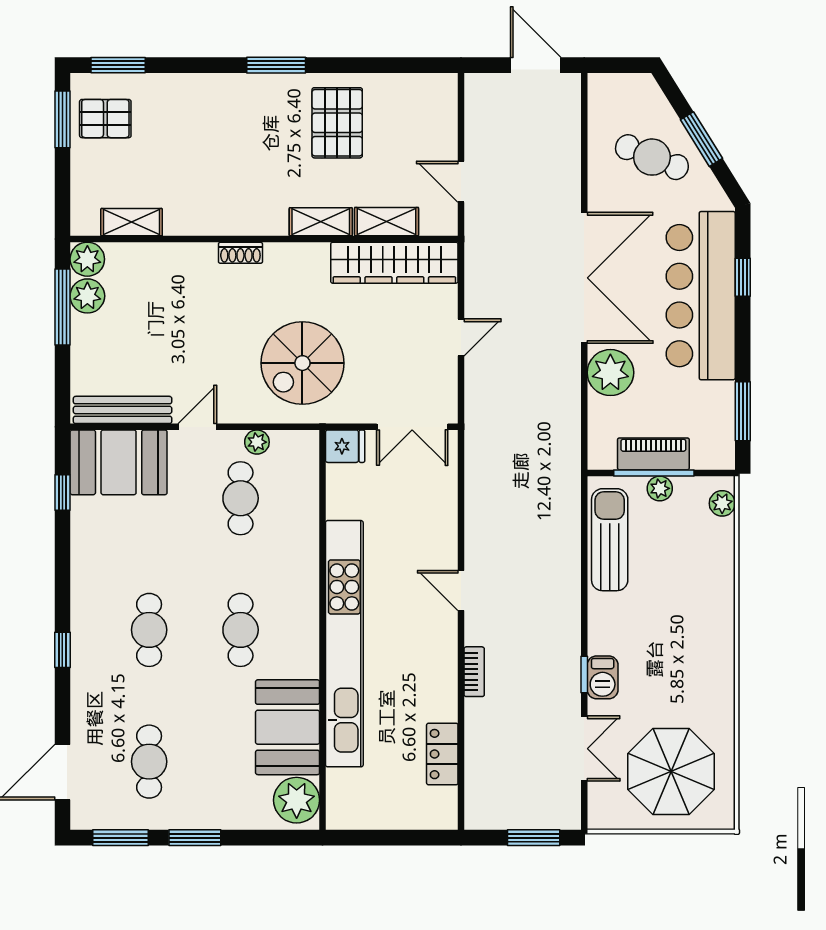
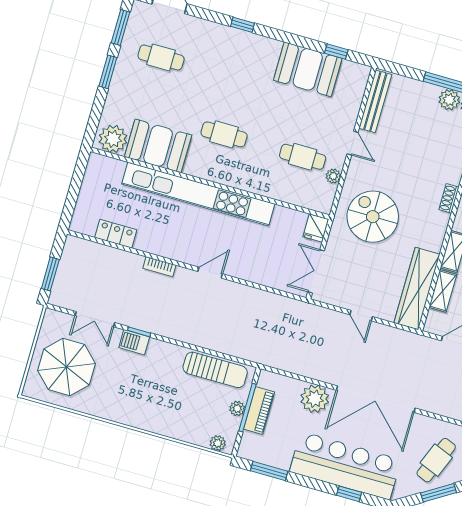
booth: (119, 462) -> (308, 69), moved, turned 90
cafe table: (149, 630) -> (240, 80), removed

